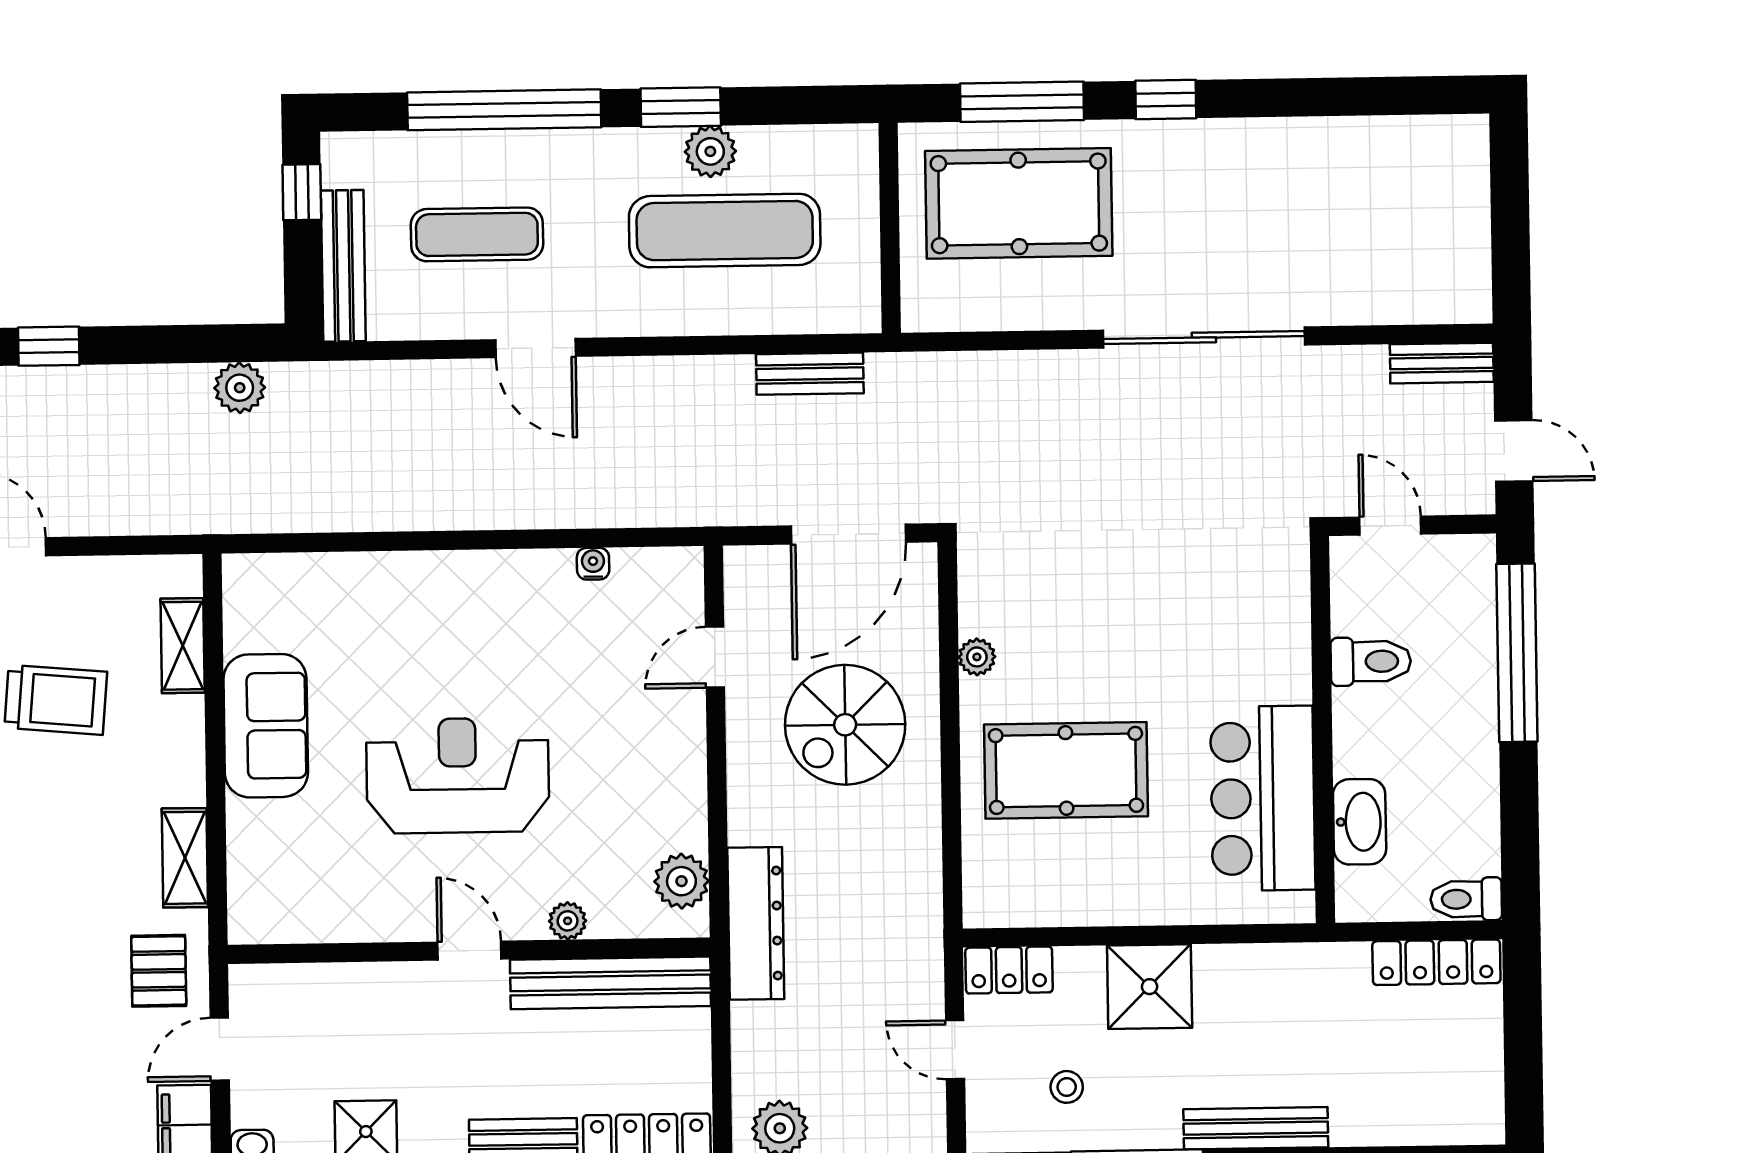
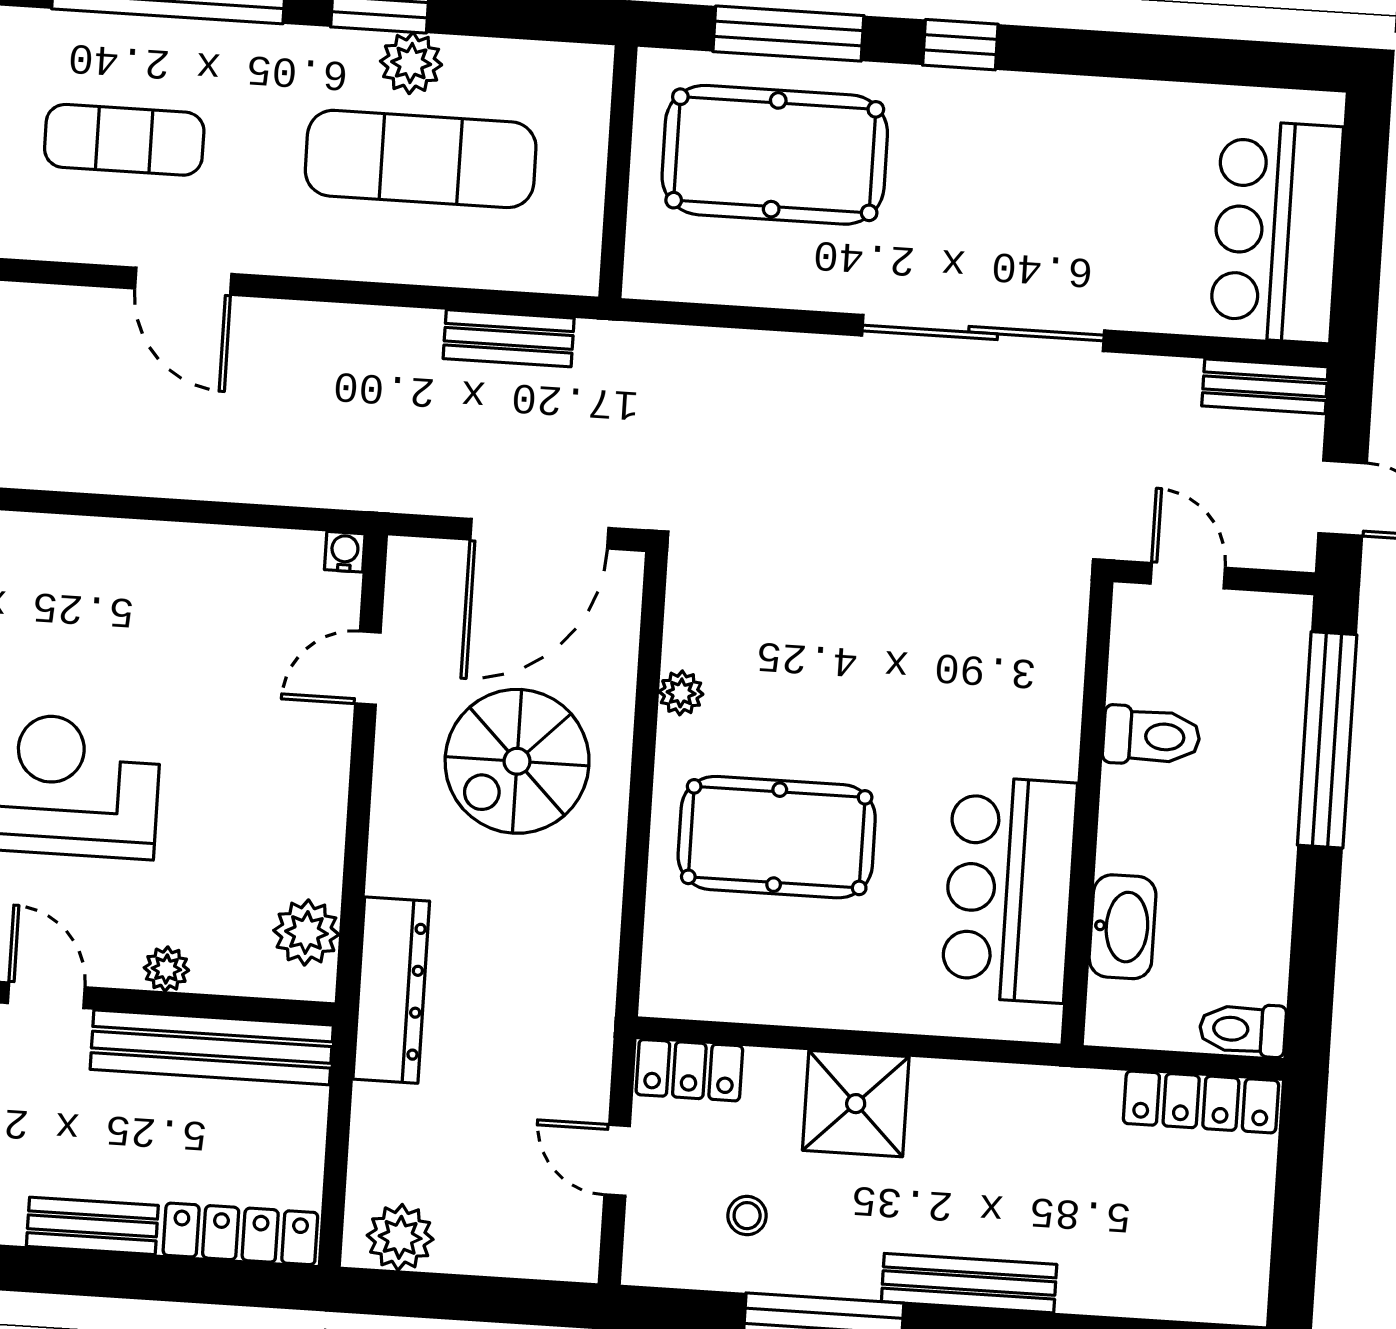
bar counter: (1441, 234) -> (1276, 231), added
water cooler: (593, 564) -> (345, 552), moved

